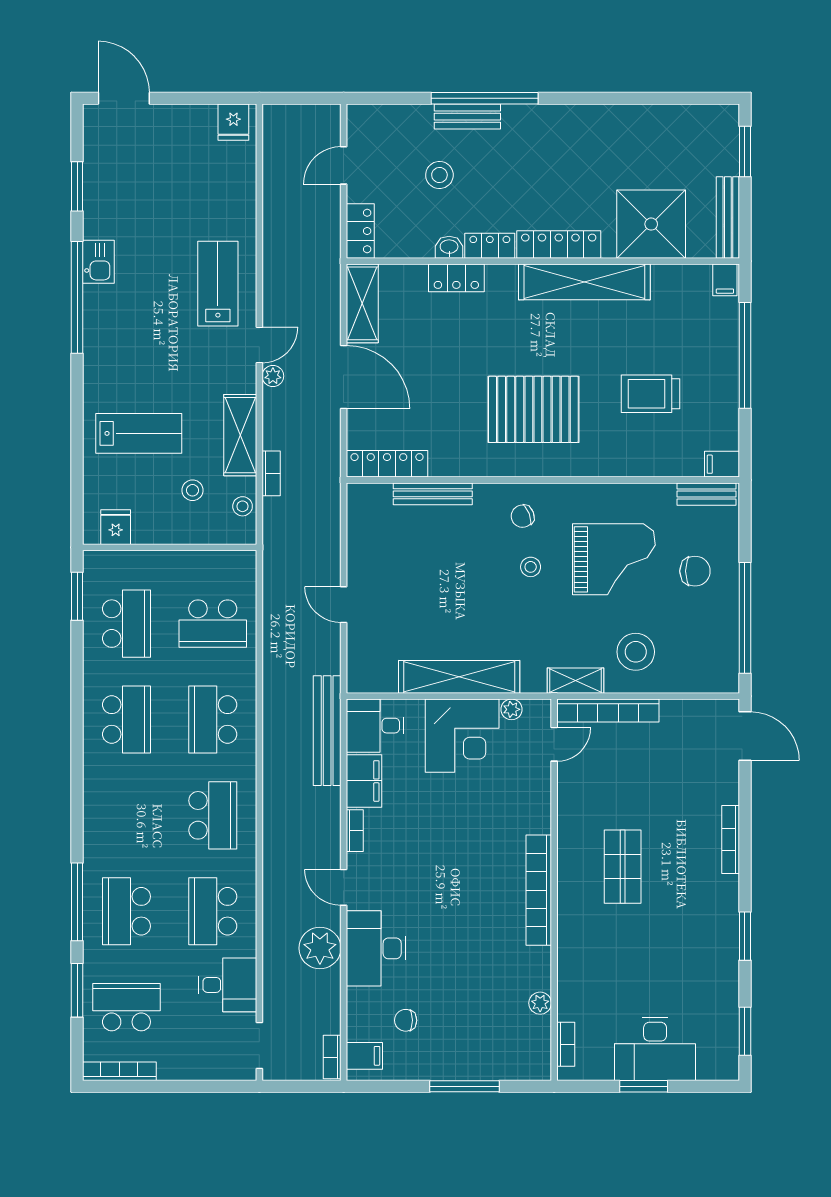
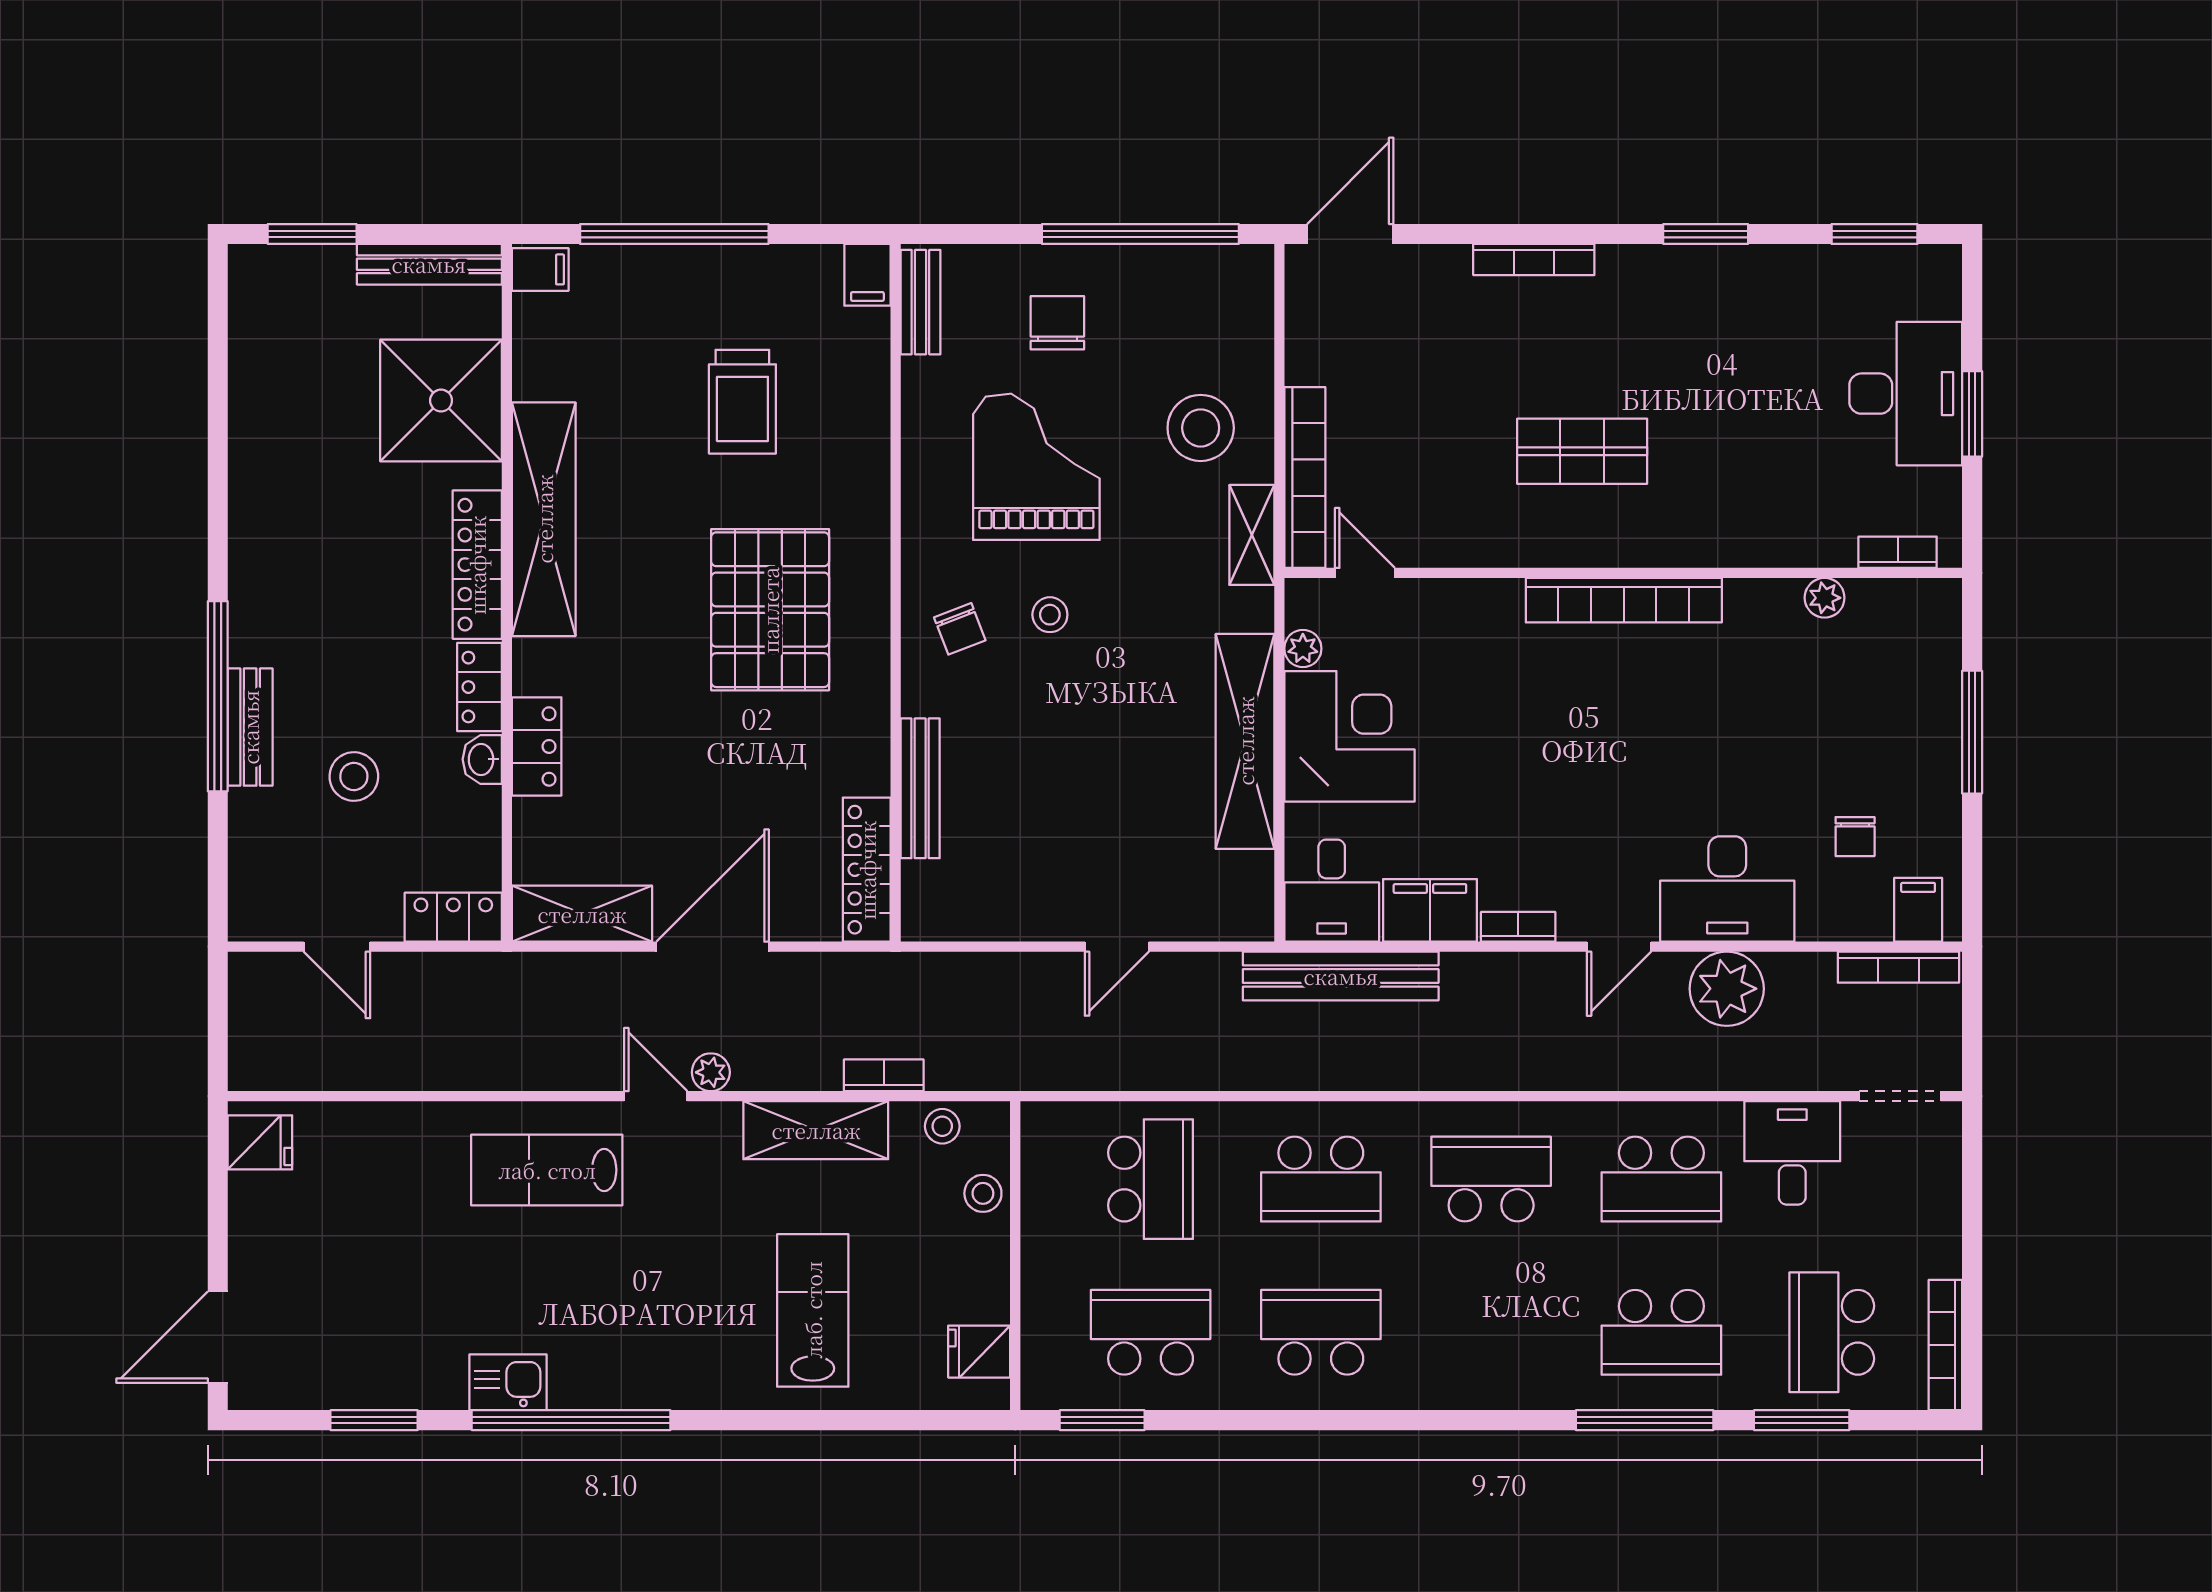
stool: (193, 490) -> (983, 1193), moved
bookcase: (332, 1057) -> (1898, 967), width x1.56

